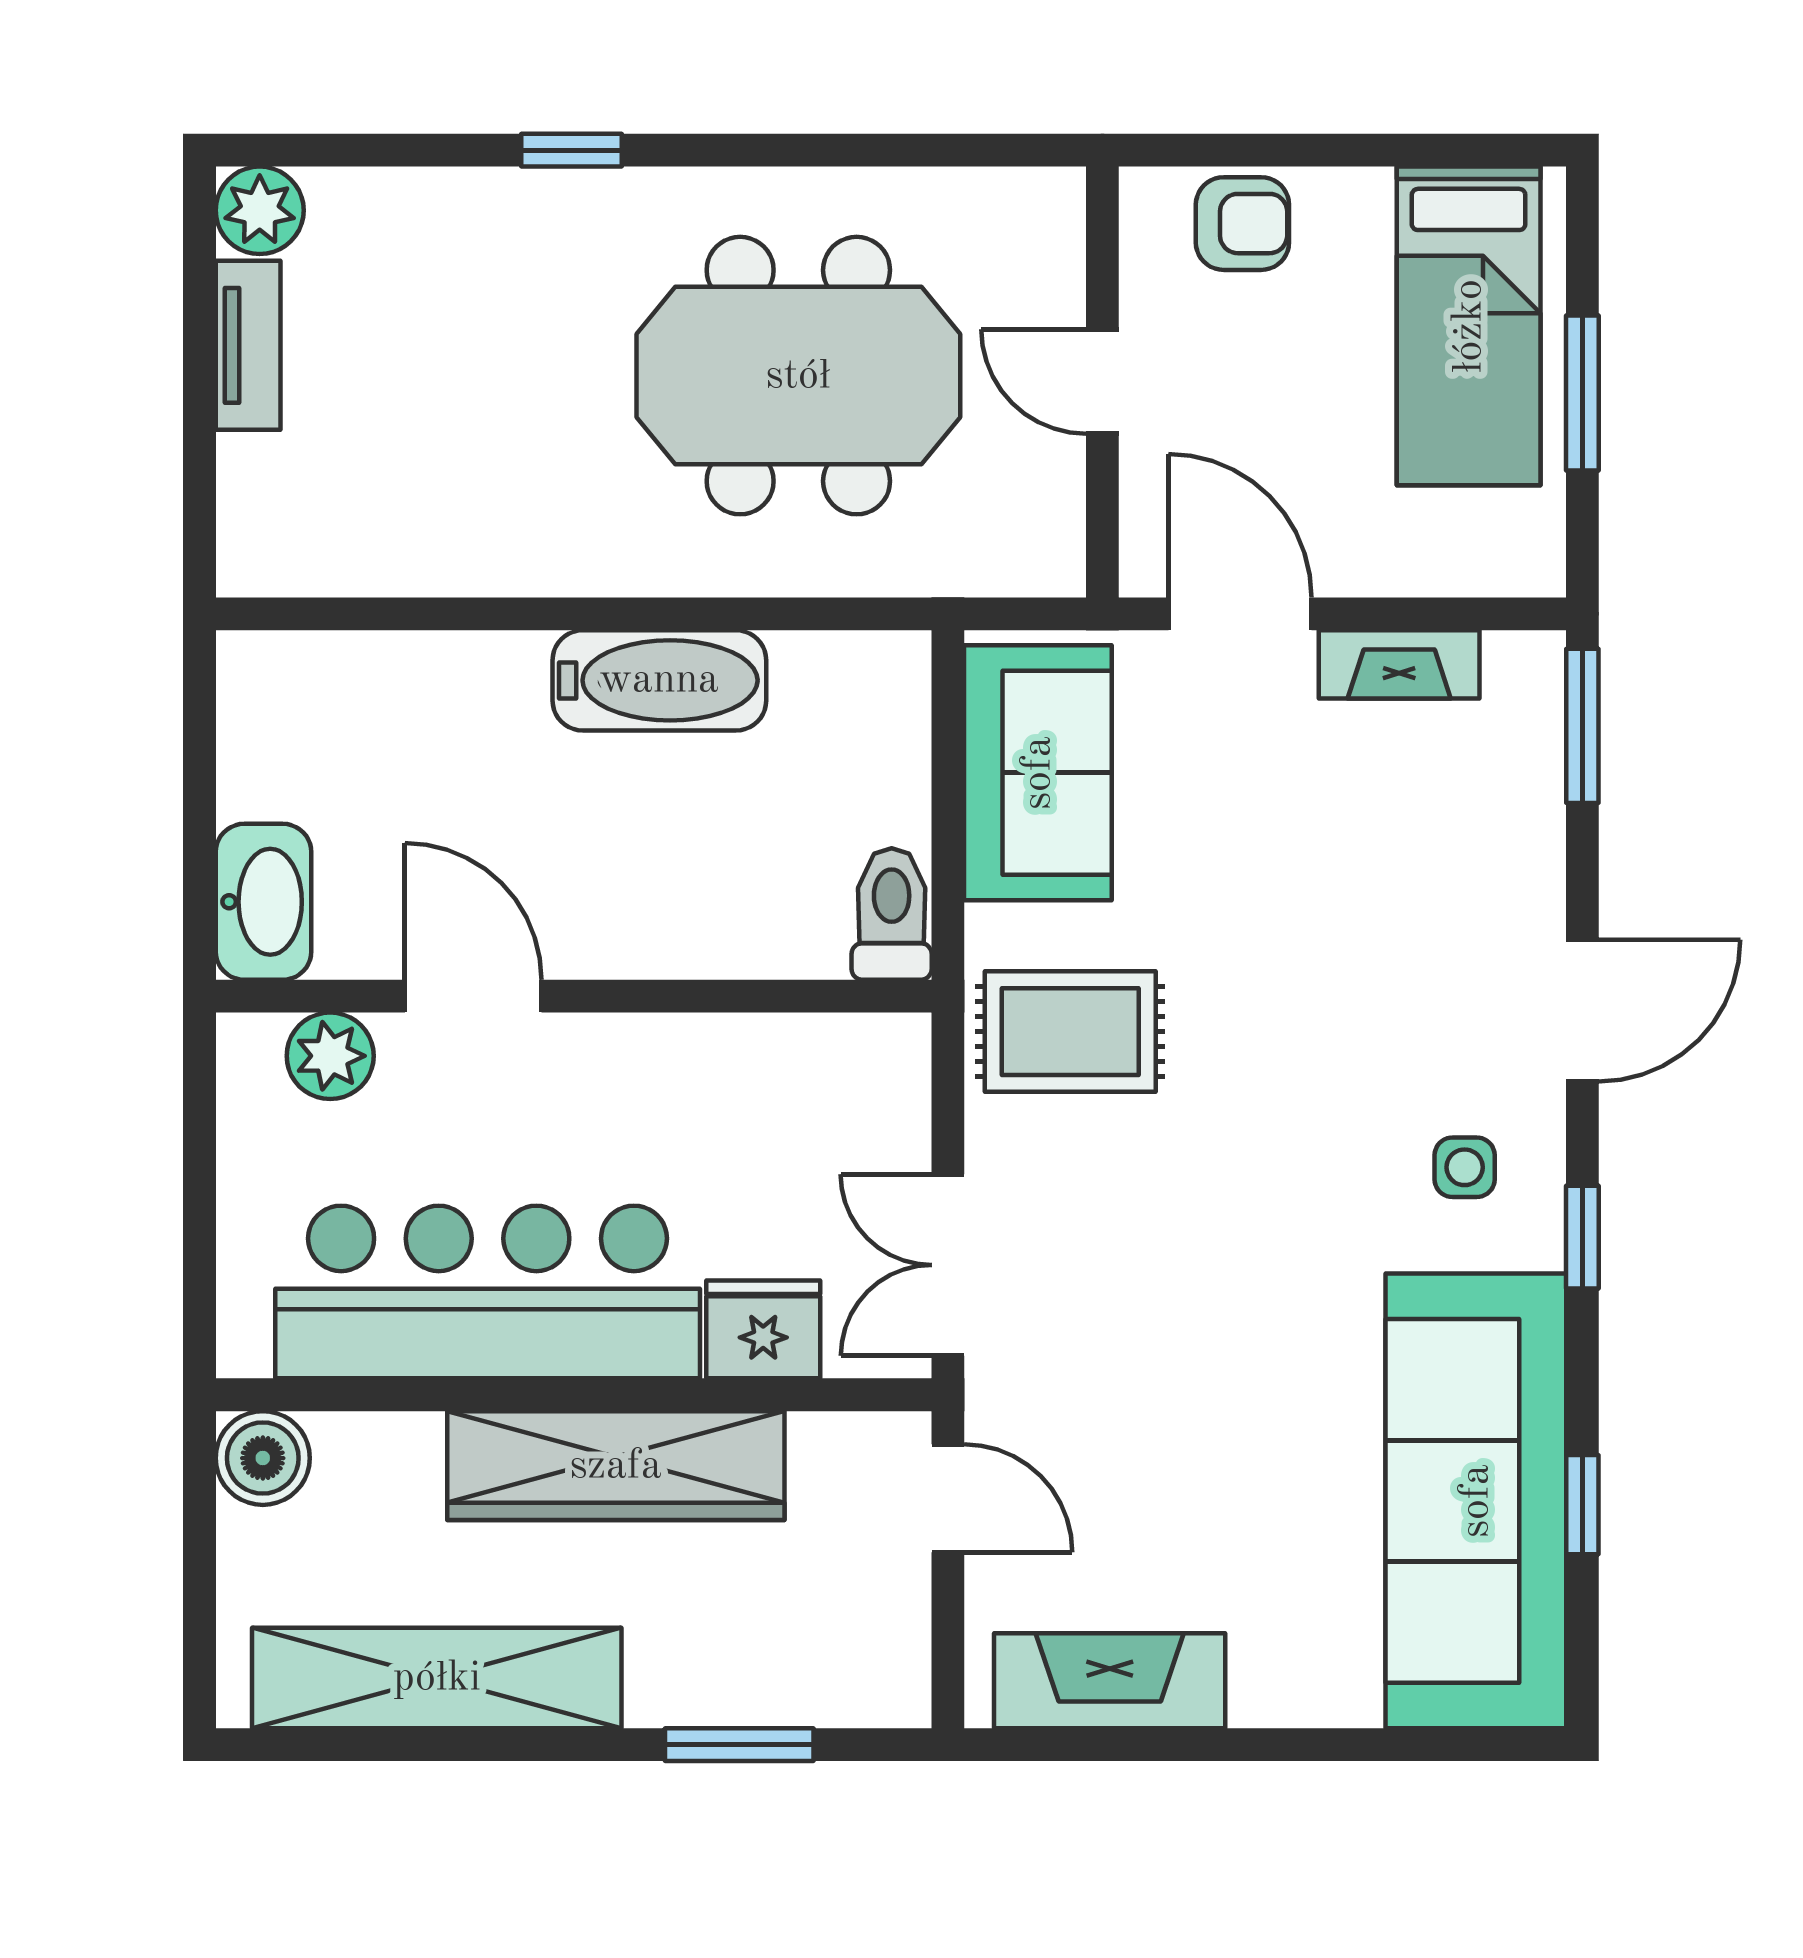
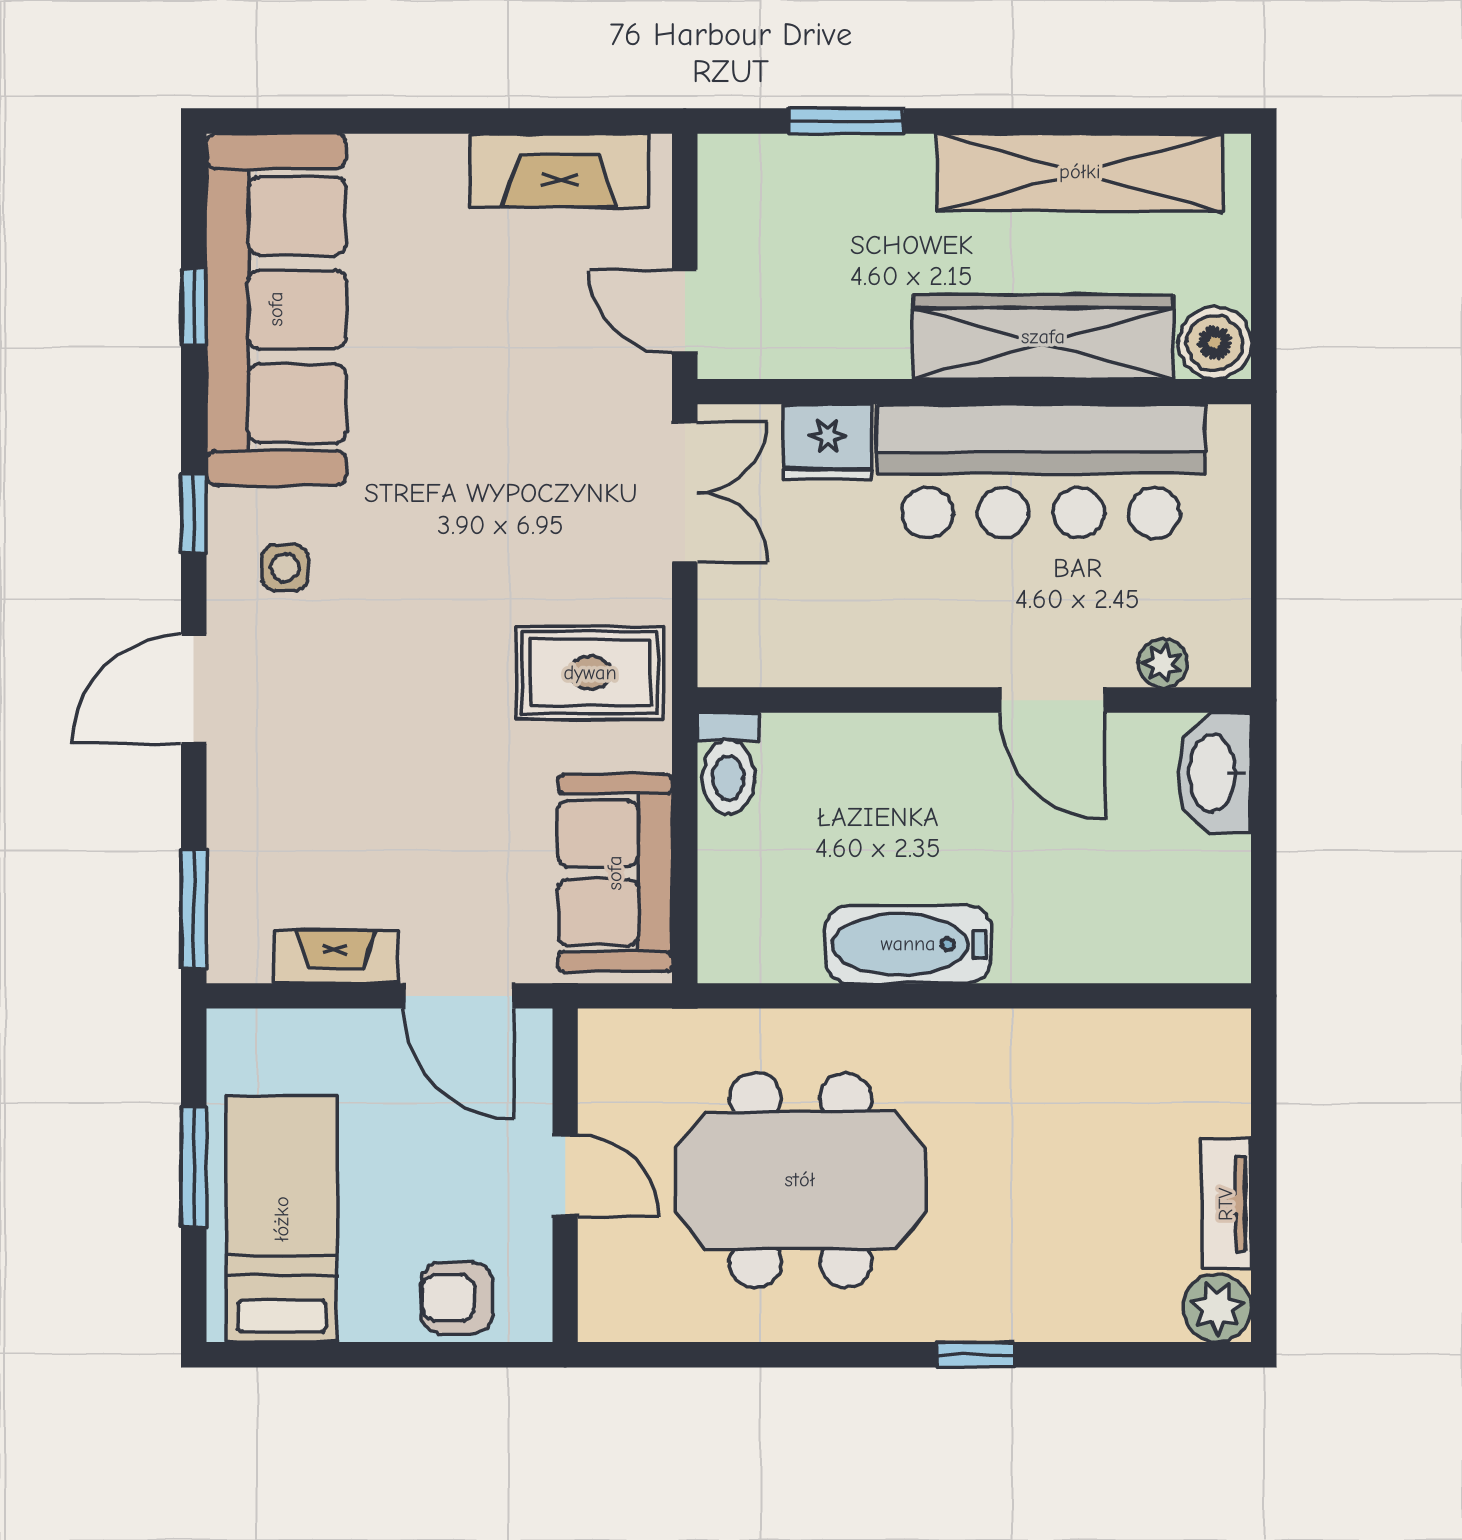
plant: (330, 1056) -> (1163, 663), width x0.73, depth x0.73
wardrobe: (616, 1466) -> (1043, 337), moved

